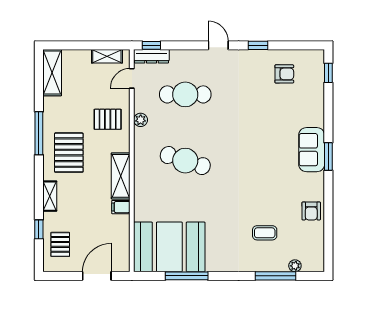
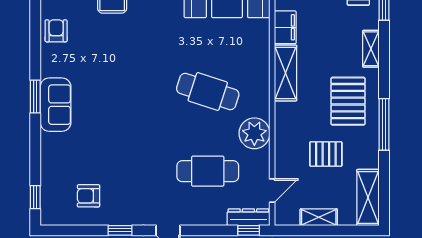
shelving: (107, 56) -> (319, 217), moved
pallet: (108, 119) -> (326, 154), moved
plant: (141, 120) -> (254, 133), width x1.87, depth x1.87
filing cabinet: (121, 207) -> (285, 27), width x2.00

